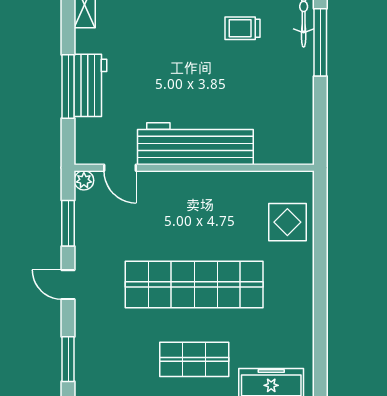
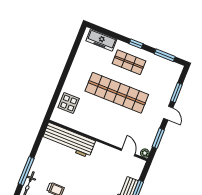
workbench: (195, 144) -> (69, 140), moved
window: (68, 359) -> (176, 93), moved

